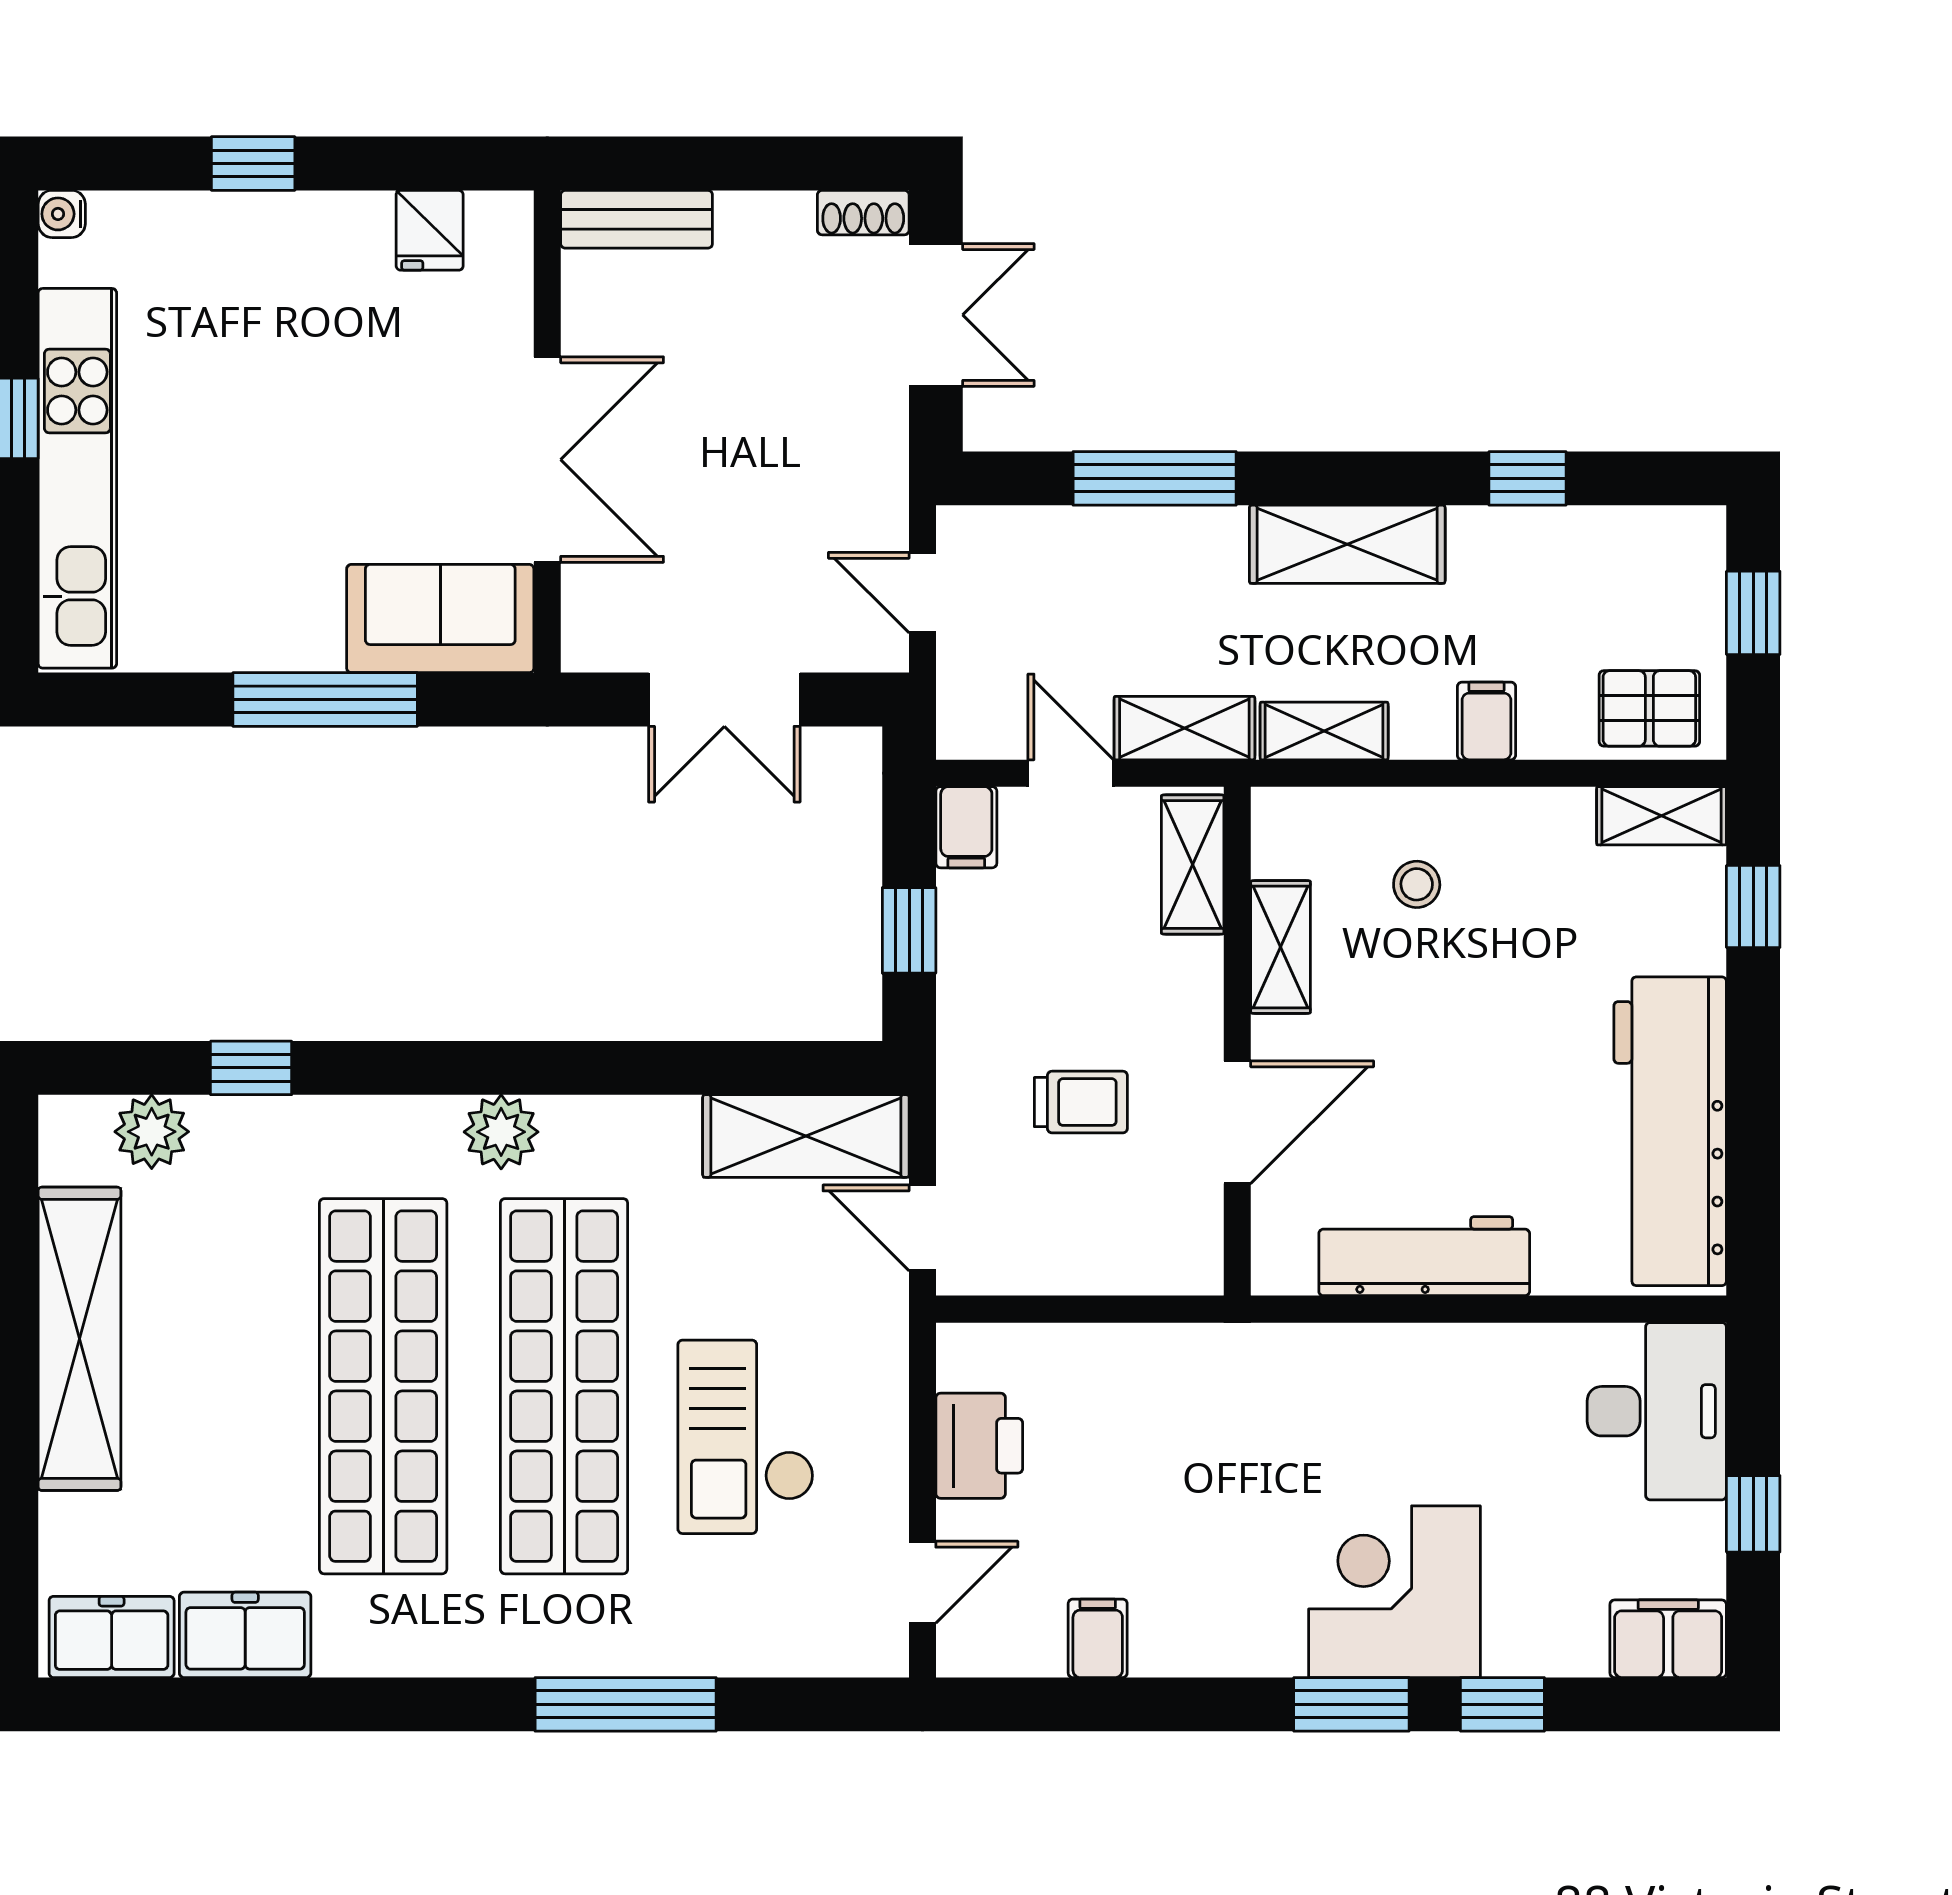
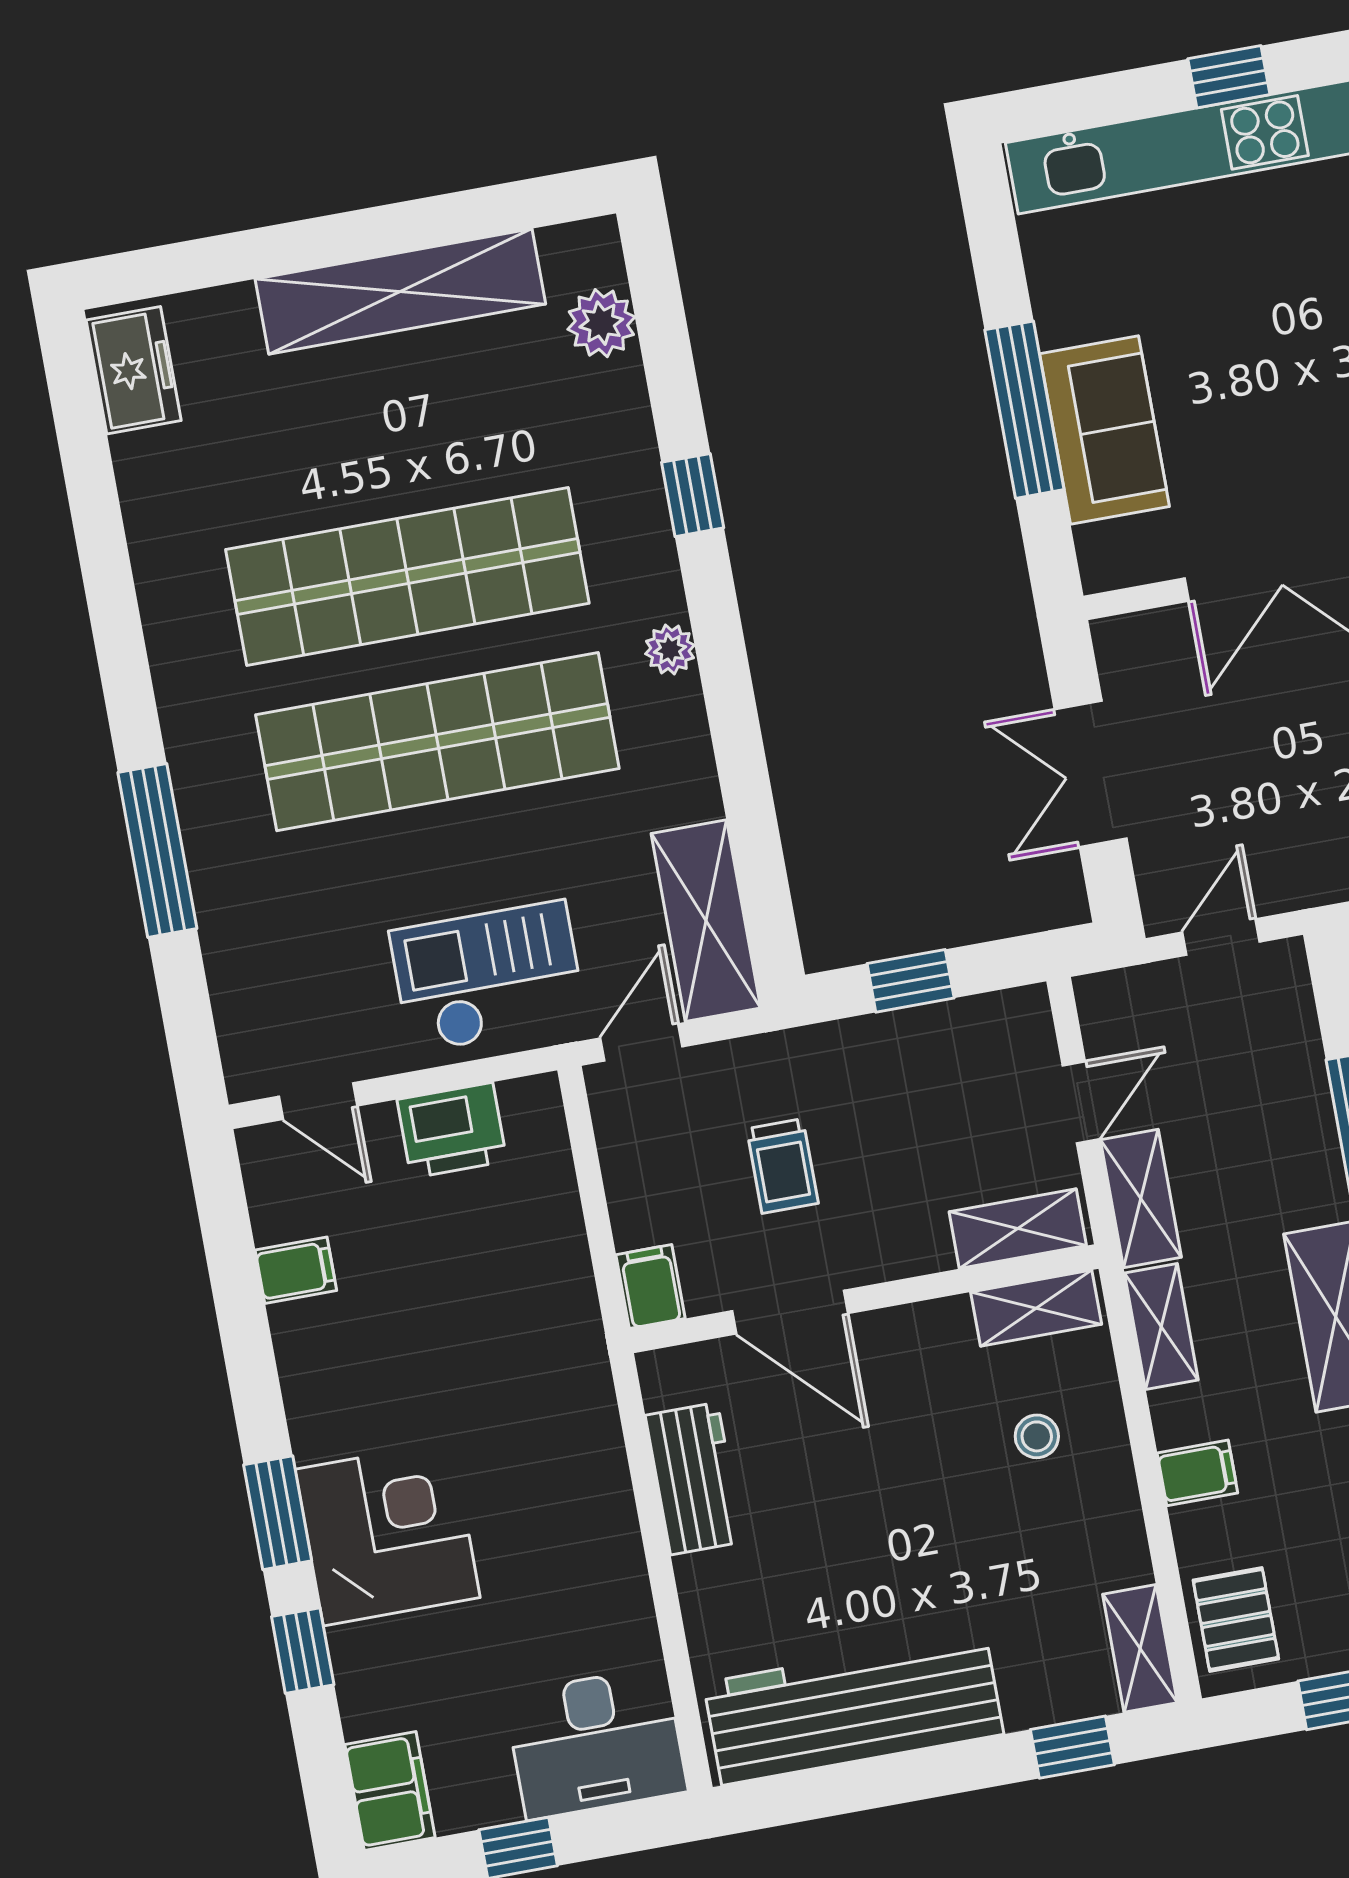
sofa: (440, 619) -> (1104, 430), moved
filing cabinet: (966, 827) -> (650, 1287), moved, turned 90
shelving: (1281, 947) -> (1036, 1308), moved
window: (251, 1068) -> (693, 495), moved
plant: (501, 1132) -> (670, 650), width x0.73, depth x0.73
workbench: (1424, 1256) -> (694, 1479), width x0.73
checkout: (746, 1437) -> (488, 977), moved
freezer: (245, 1635) -> (158, 492), removed

